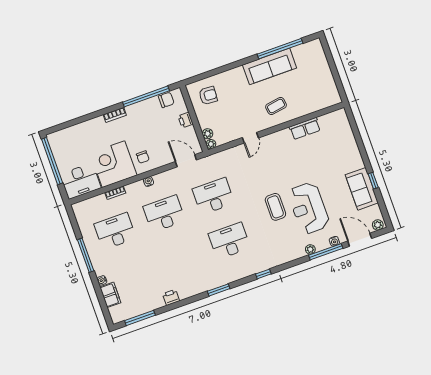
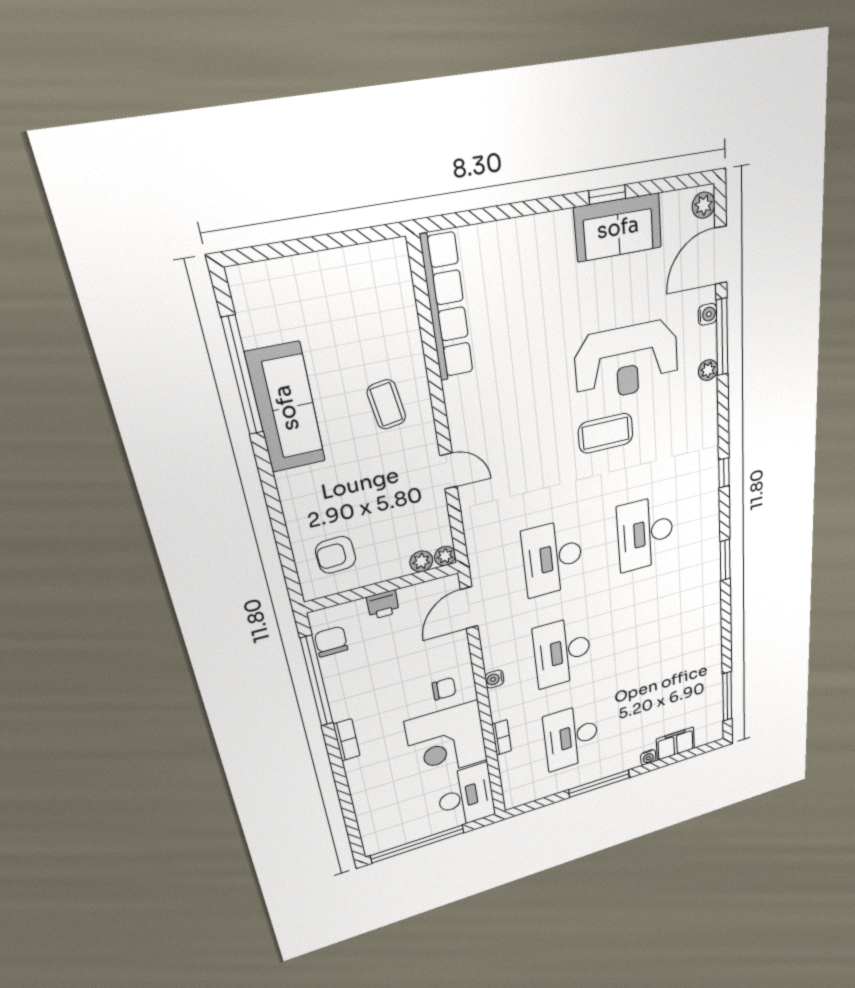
armchair: (208, 96) -> (336, 555), turned -97
row of seats: (305, 128) -> (447, 306), width x2.02
printer: (171, 297) -> (711, 645), removed

